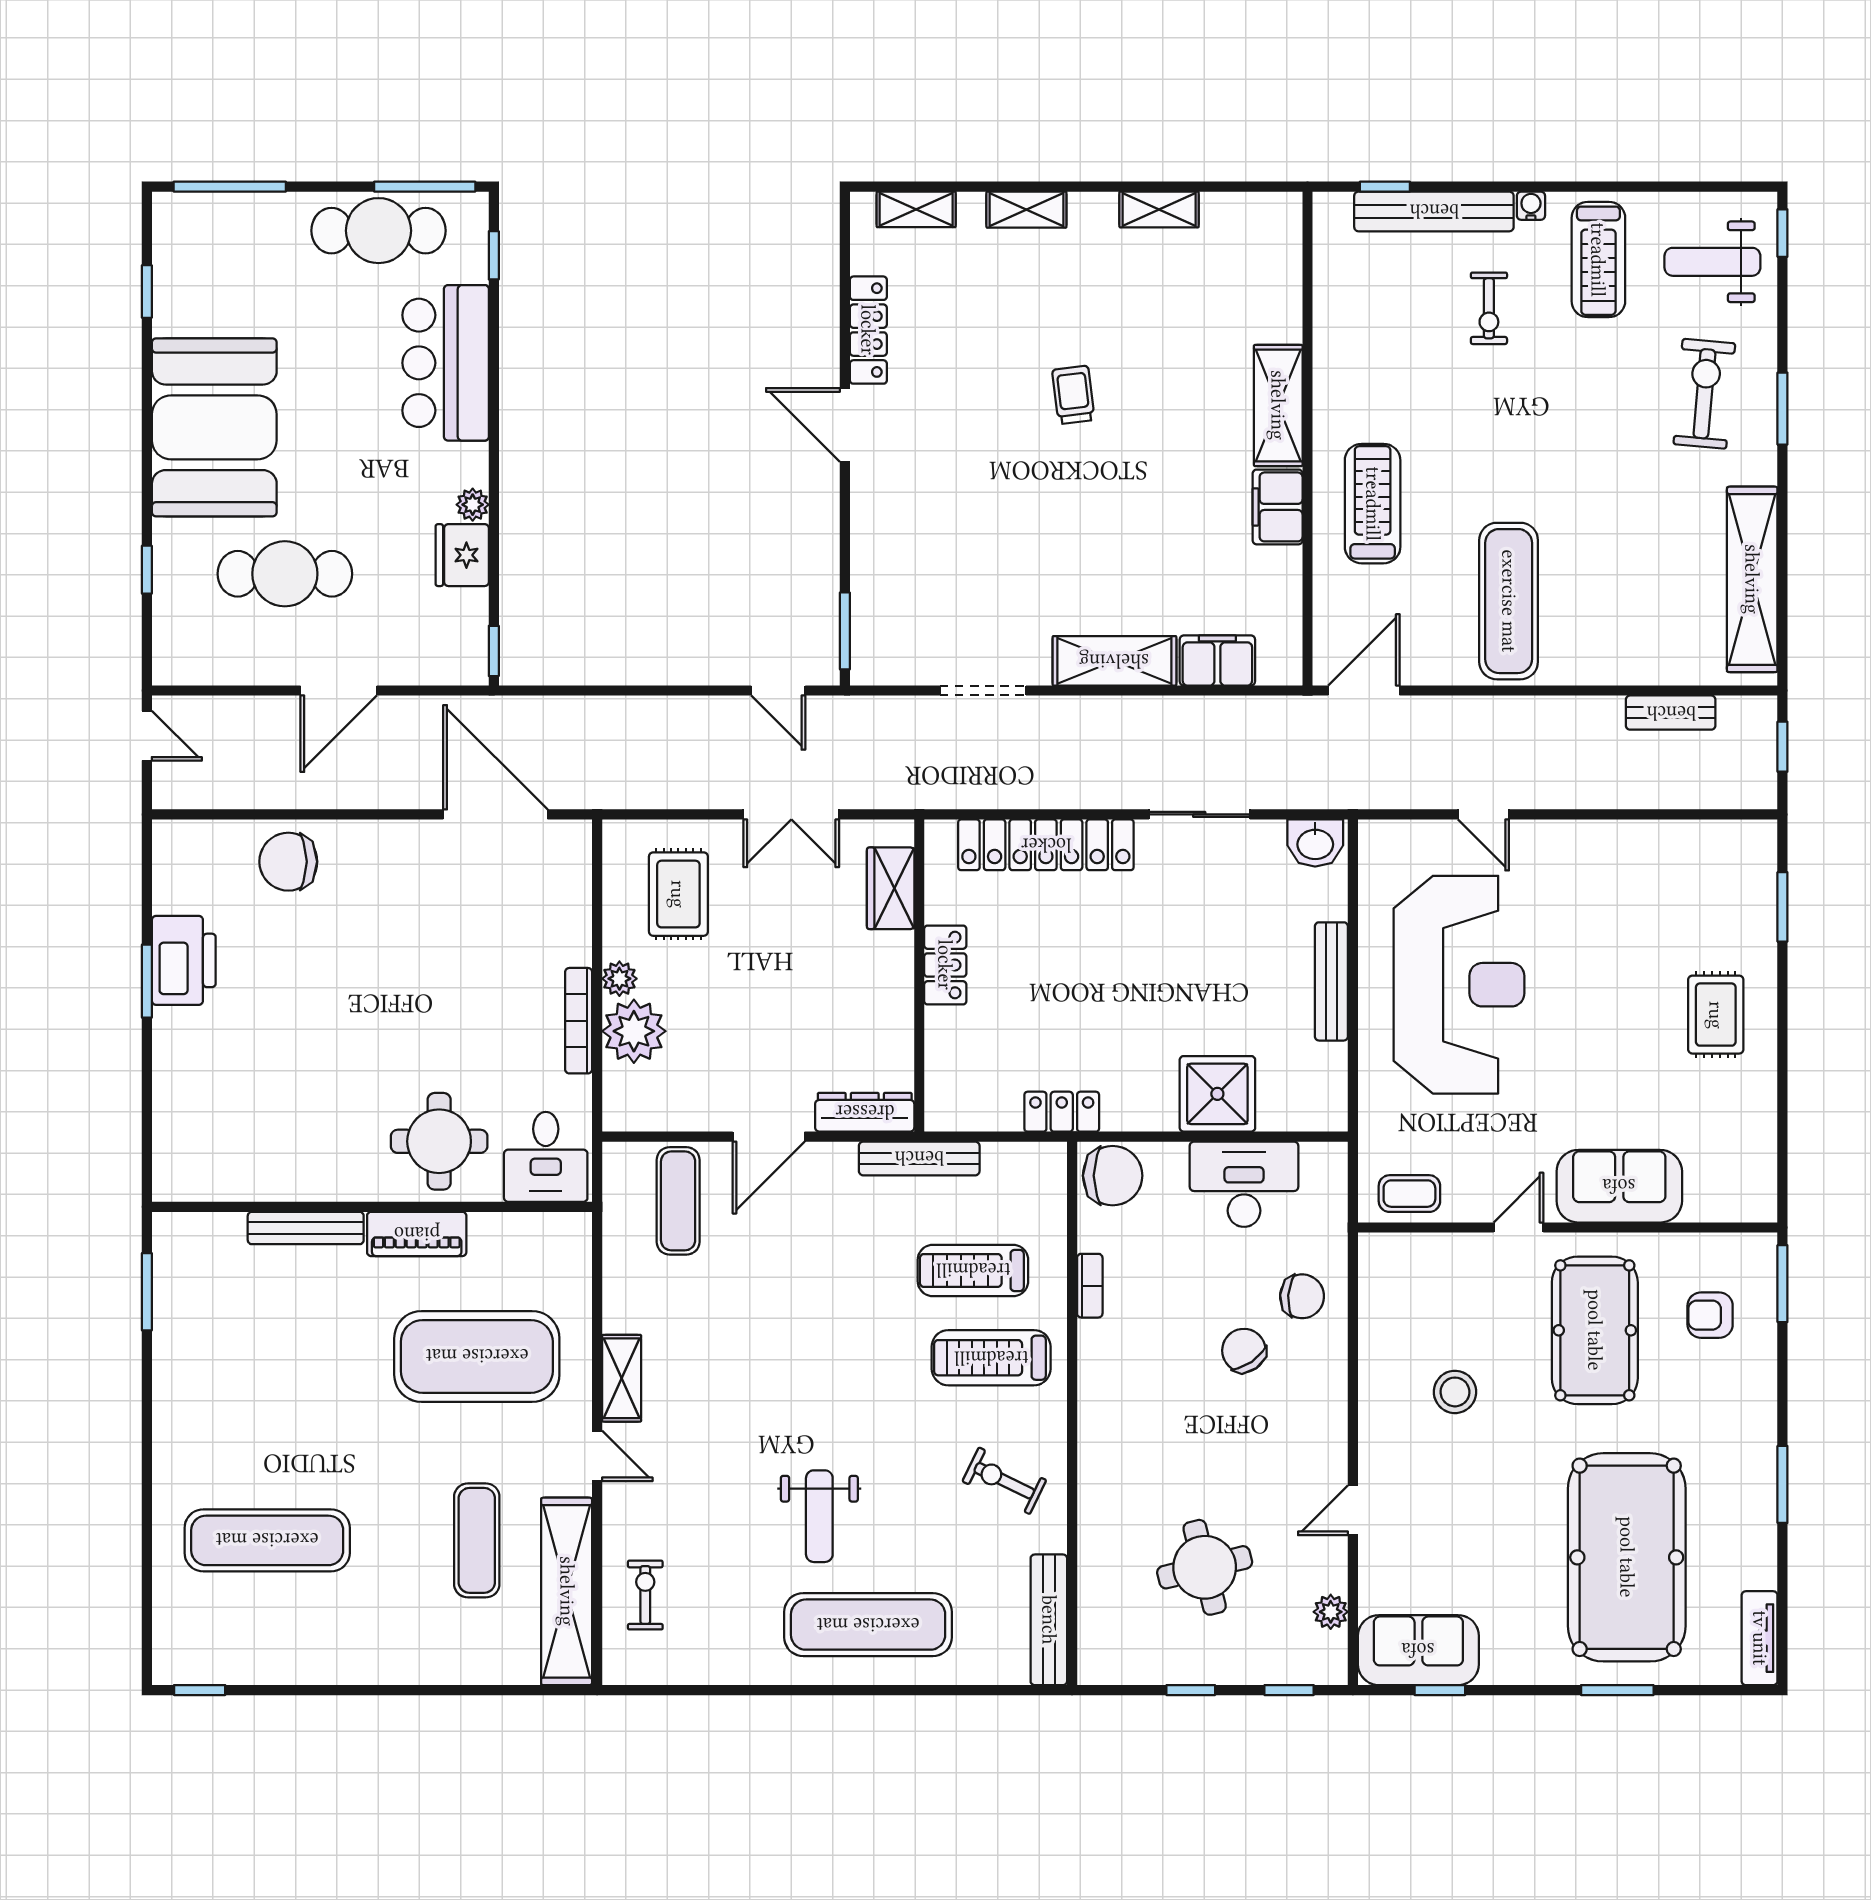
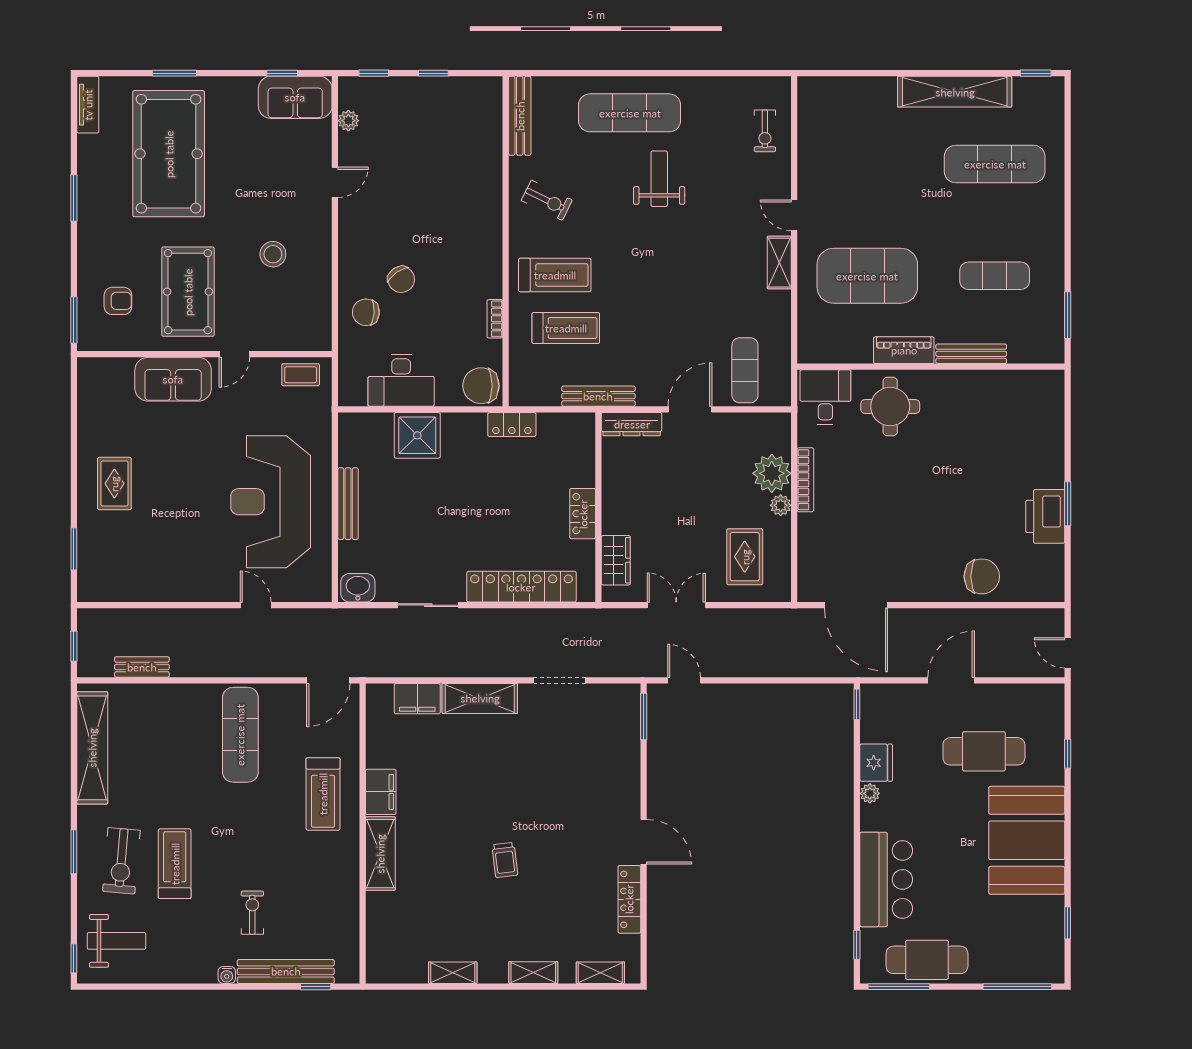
treadmill: (1598, 260) -> (175, 864), moved
exercise mat: (477, 1540) -> (995, 276), moved, turned 90
round table: (1205, 1567) -> (425, 148), removed
shelving: (567, 1591) -> (955, 92), moved, turned 90

